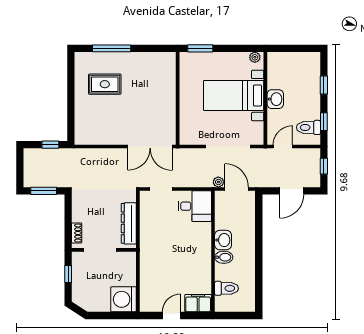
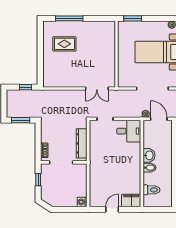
double door: (150, 147) -> (97, 88), width x0.73
washing machine: (124, 299) -> (82, 202), width x0.53, depth x0.53

